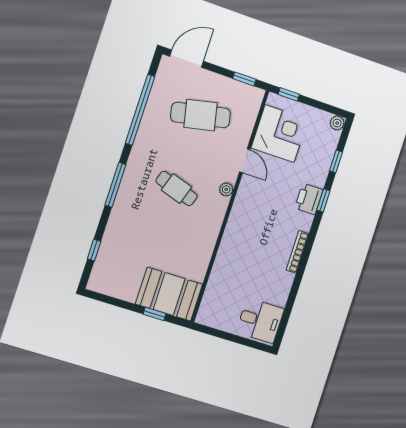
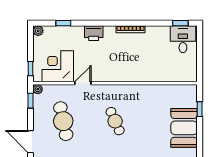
cafe table: (177, 189) -> (115, 121), turned -42
plant: (226, 189) -> (38, 89), moved
window: (323, 200) -> (180, 23), moved
booth: (169, 294) -> (184, 128), moved

